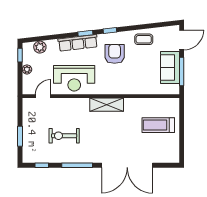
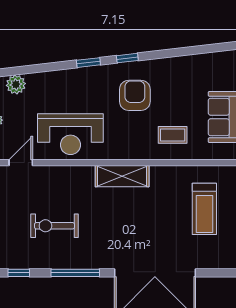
coffee table: (144, 39) -> (173, 135), moved
row of seats: (78, 43) -> (76, 78), removed
treadmill: (158, 125) -> (204, 209), turned -90

